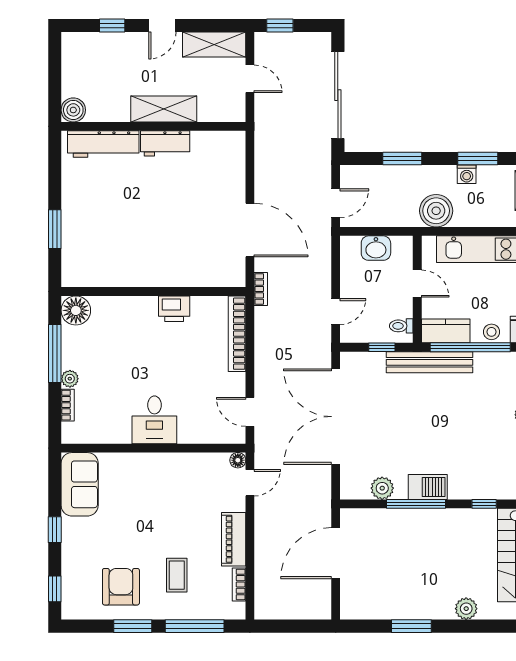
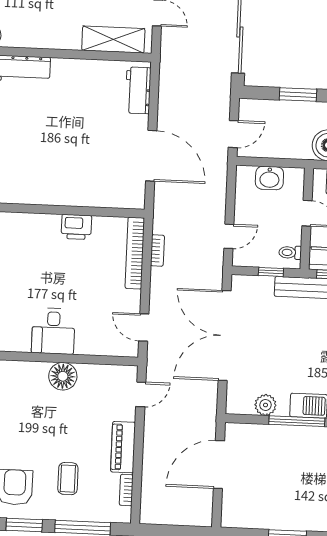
shelving: (164, 109) -> (113, 40), moved
workbench: (165, 143) -> (138, 90), moved, turned 90
bookcase: (261, 289) -> (157, 250), moved
floor lamp: (238, 460) -> (63, 376), moved, width x1.89, depth x1.89

